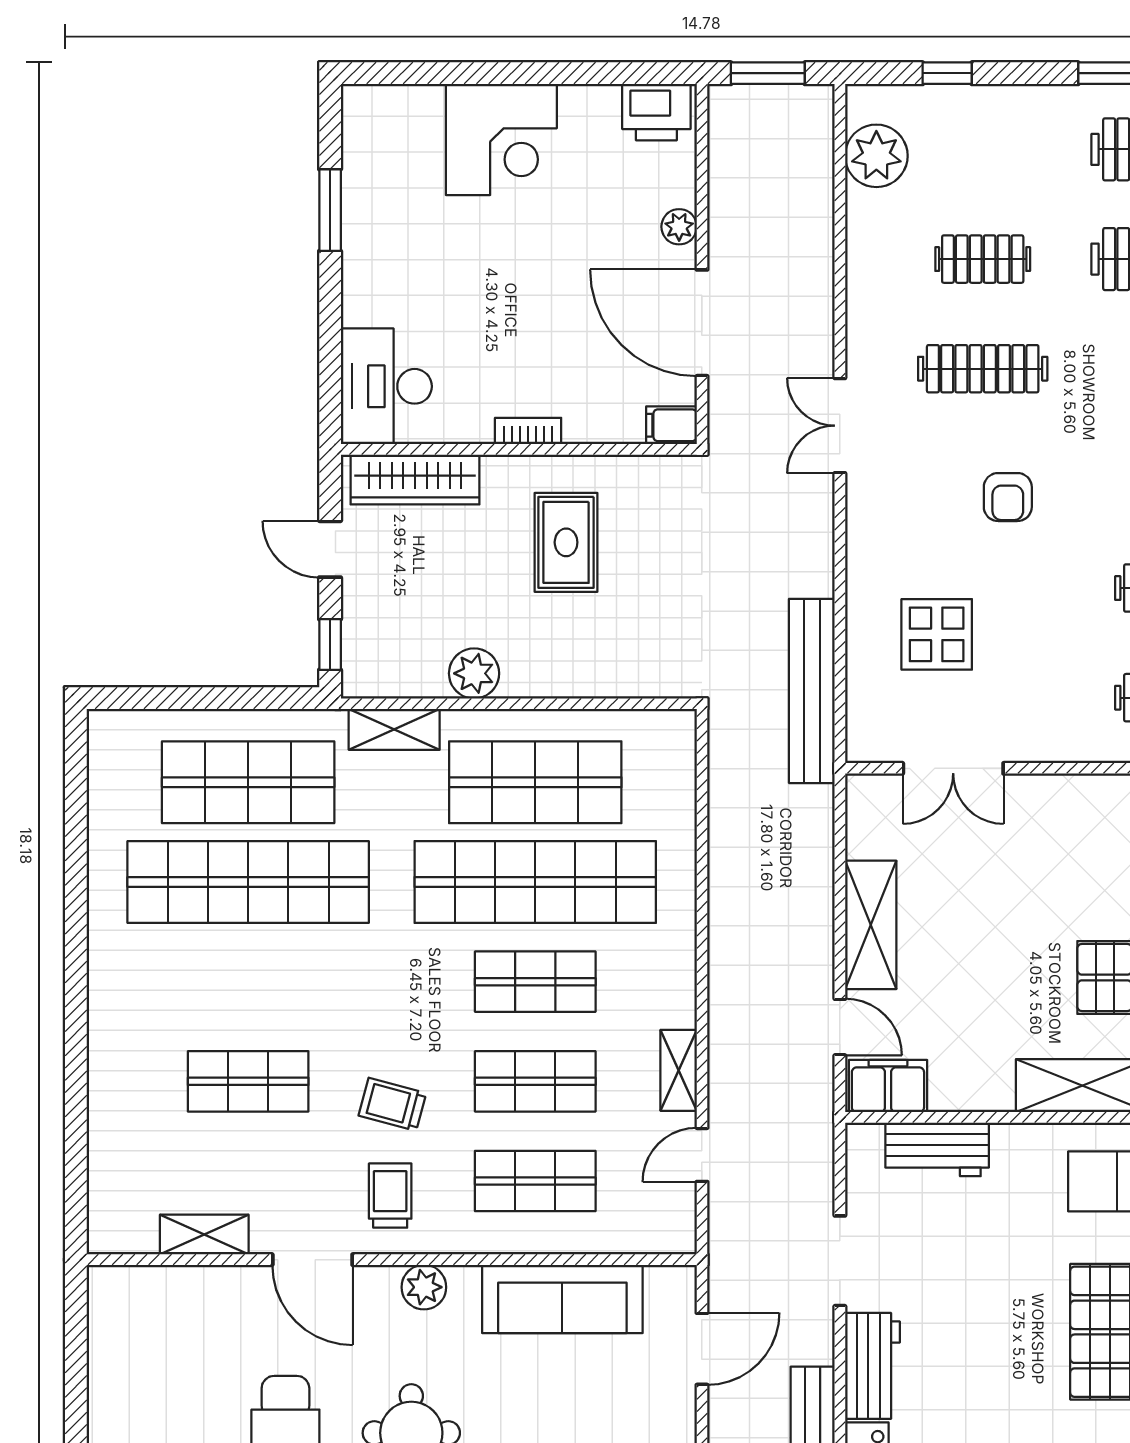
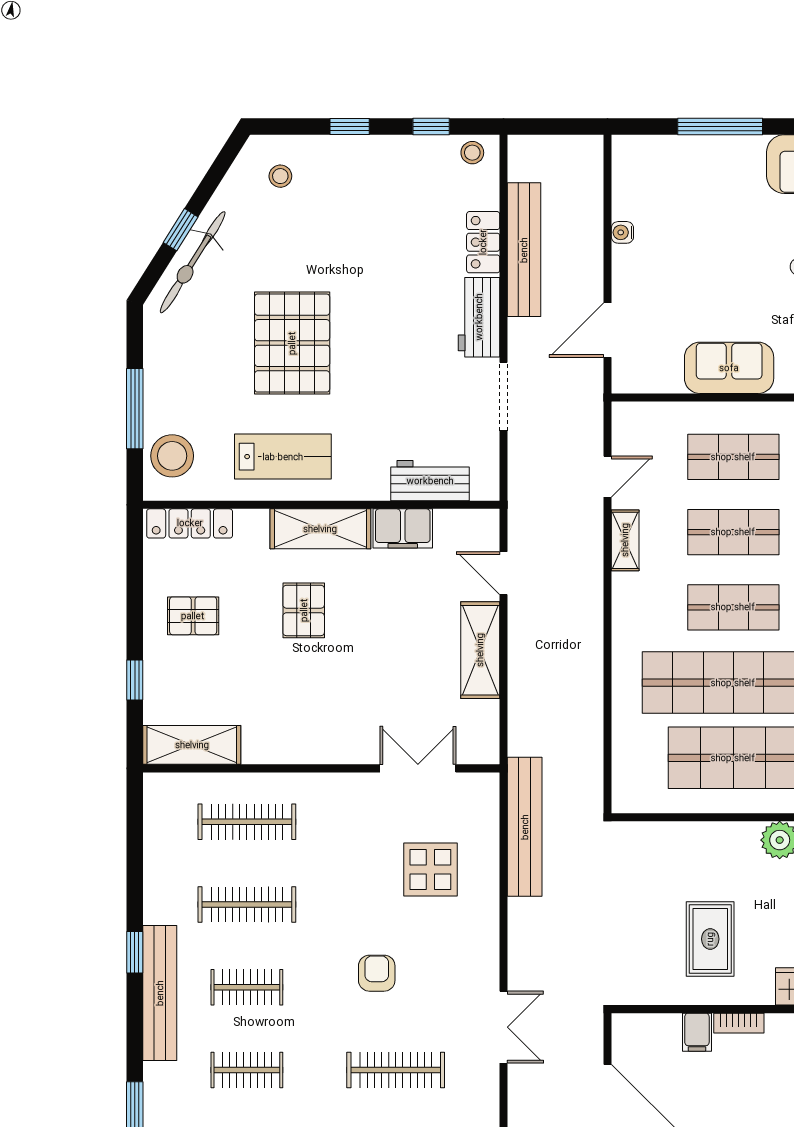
filing cabinet: (672, 425) -> (697, 1032), moved, turned 90
filing cabinet: (888, 1086) -> (403, 528), moved
sofa: (562, 1299) -> (729, 368), width x0.73

